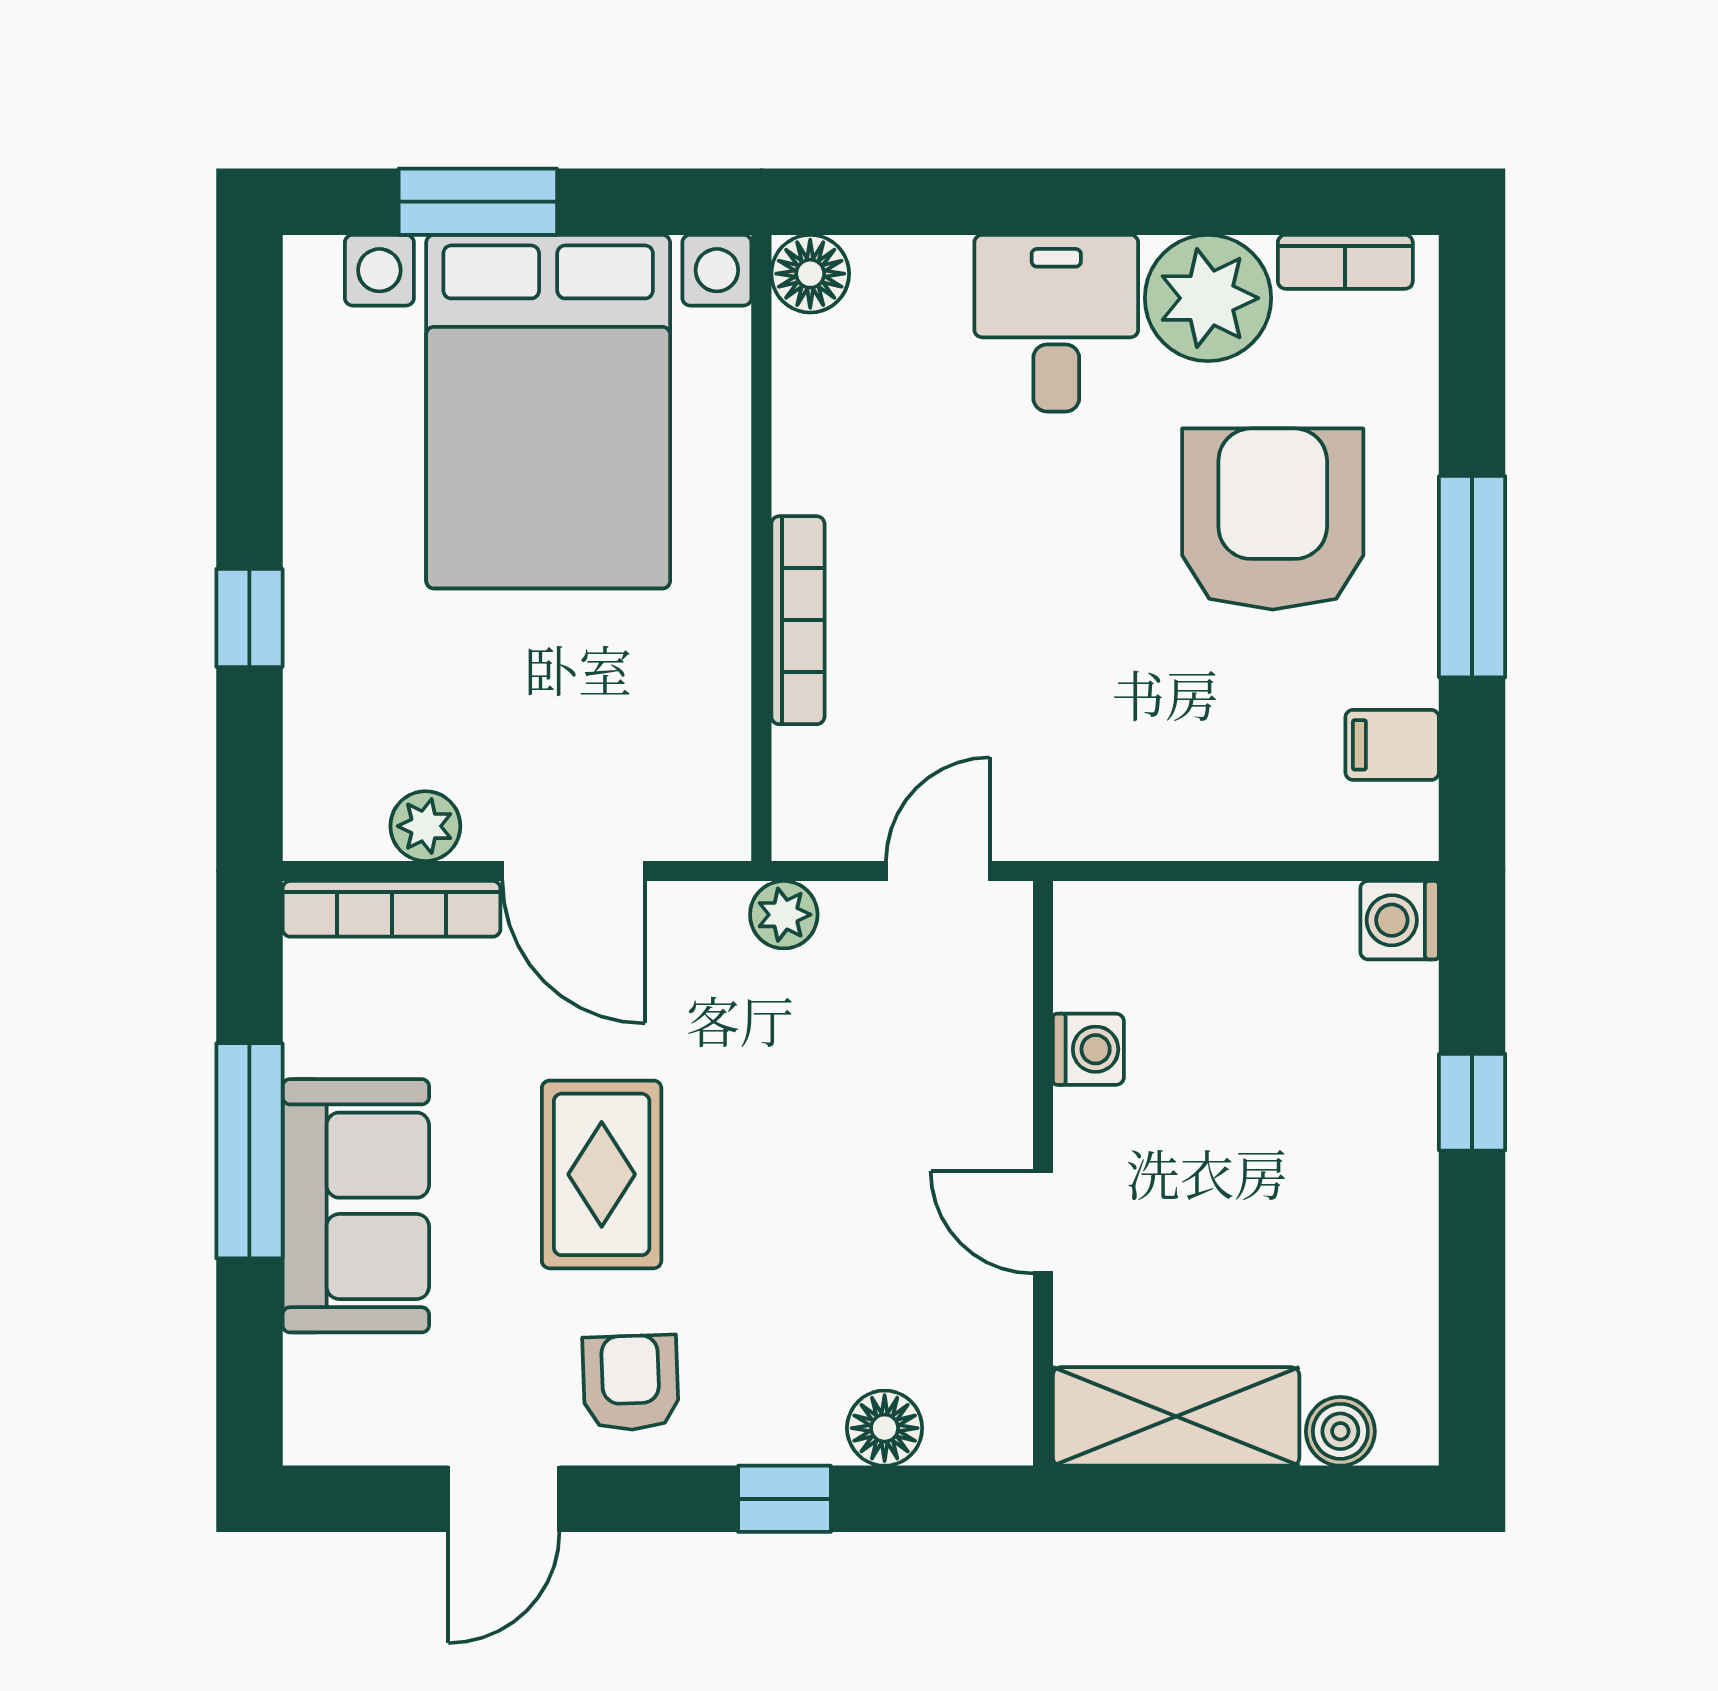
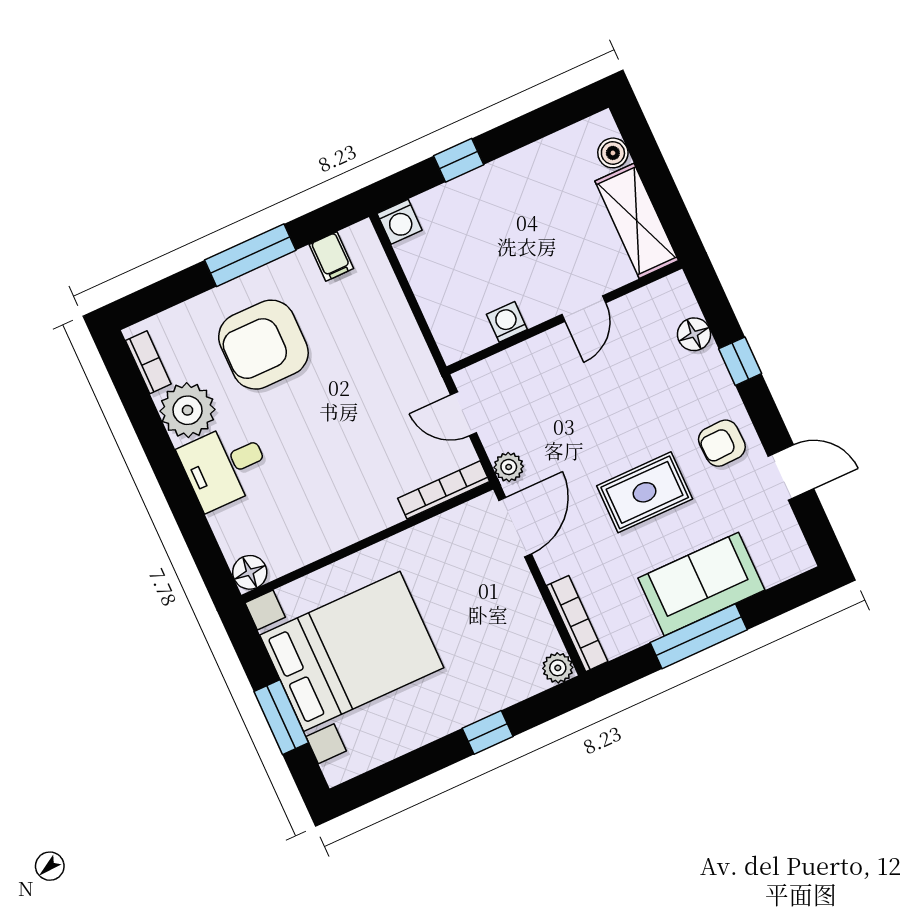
bookcase: (798, 620) -> (444, 490), moved
plant: (425, 826) -> (558, 668), moved
door: (574, 871) -> (515, 527), moved

